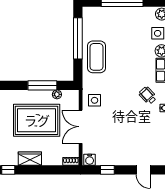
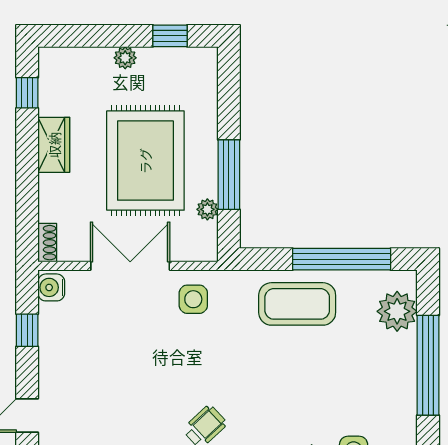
plant: (100, 15) -> (397, 311), added

